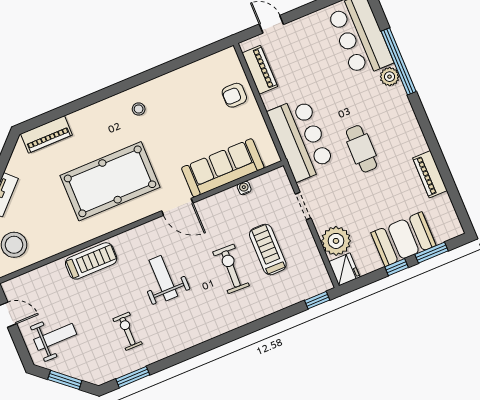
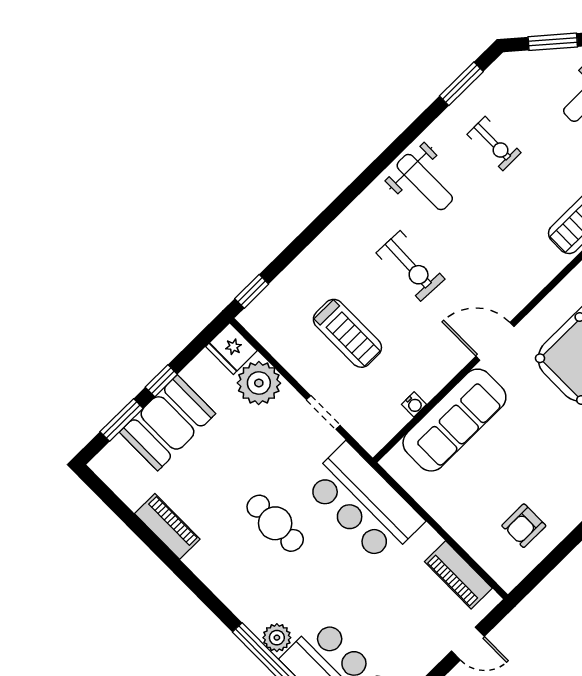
armchair: (234, 95) -> (524, 526), moved, turned 180
exercise bike: (231, 269) -> (410, 266), moved
weight bench: (163, 278) -> (425, 182), moved

